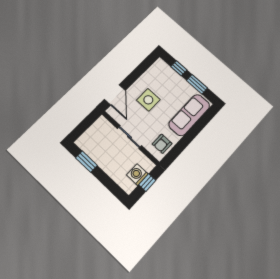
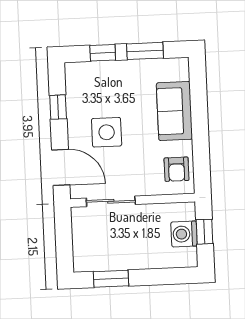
window: (139, 71) -> (58, 107), added
sofa: (189, 115) -> (174, 111), width x0.73
sliding door: (129, 137) -> (111, 201), moved

